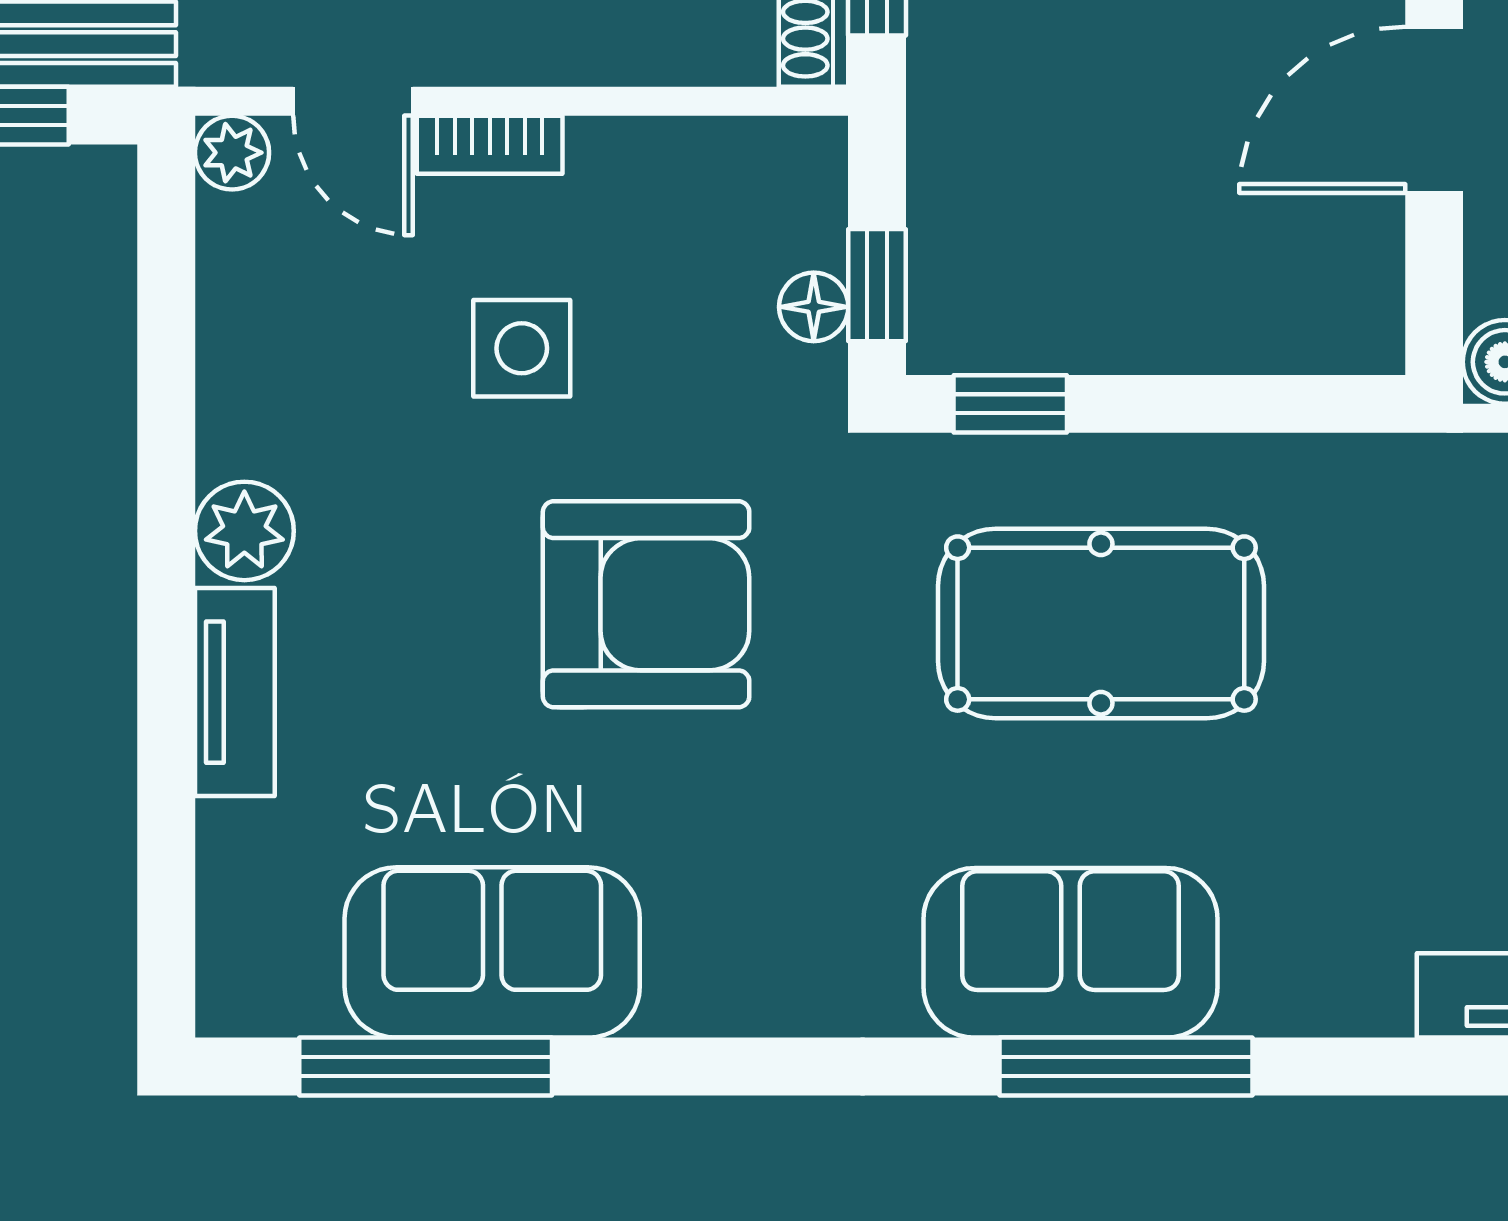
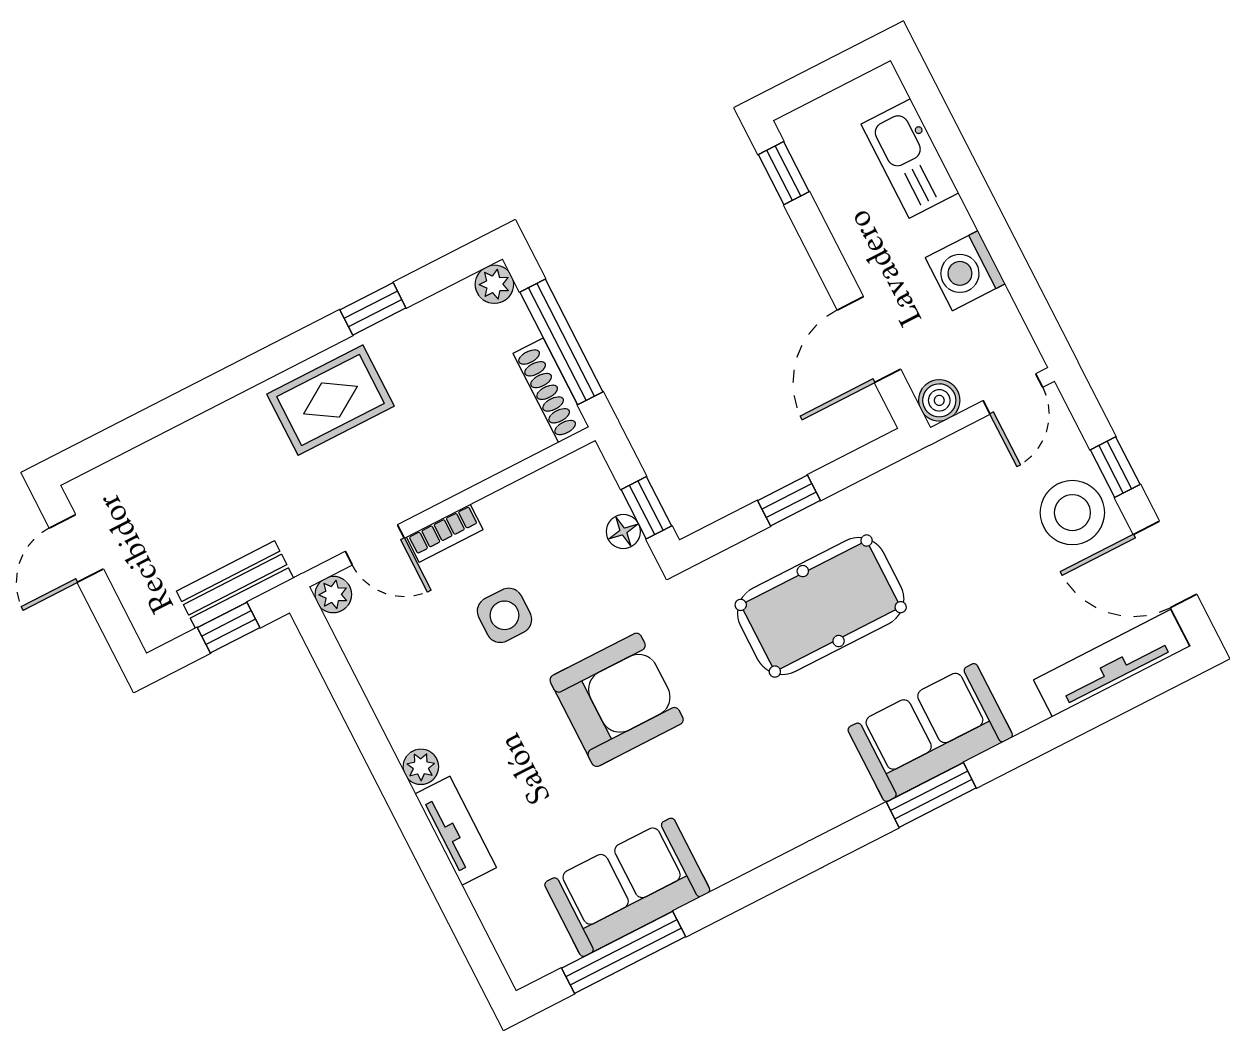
door: (1434, 110) -> (869, 340), moved
window: (1010, 404) -> (789, 501), moved
plant: (244, 531) -> (421, 767), width x0.73, depth x0.73
sofa: (1070, 953) -> (930, 732), moved
window: (1126, 1067) -> (931, 795), width x0.69

